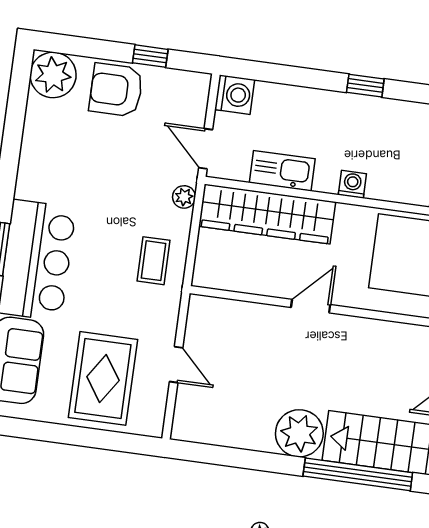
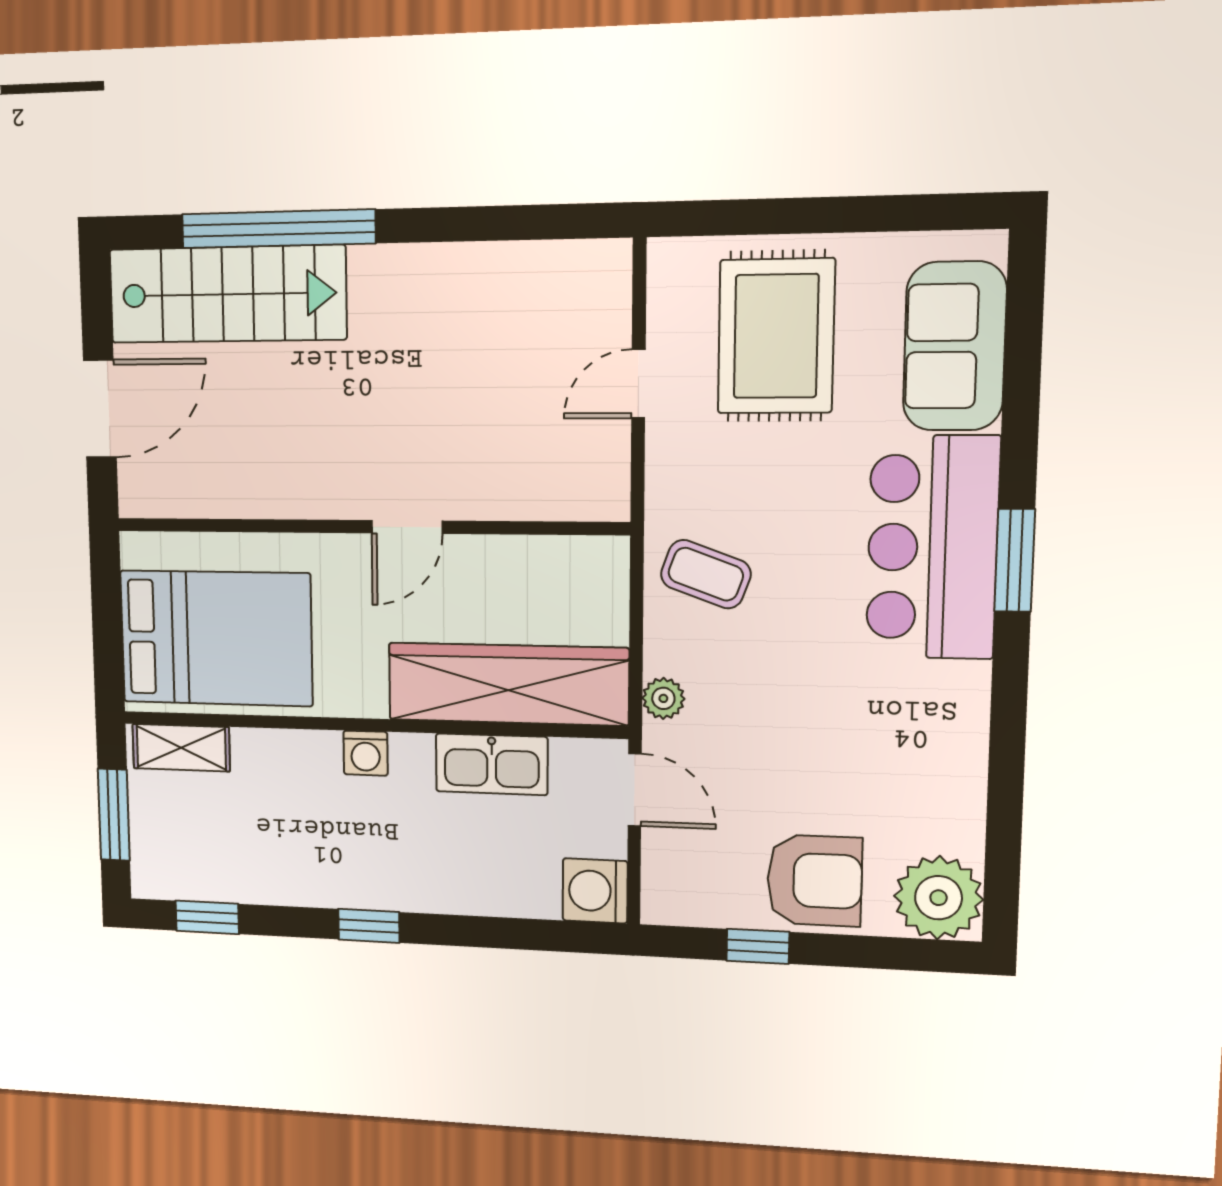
coffee table: (153, 261) -> (706, 574), turned -70
door: (176, 365) -> (638, 384), hinge flipped
plant: (299, 433) -> (393, 288), removed

